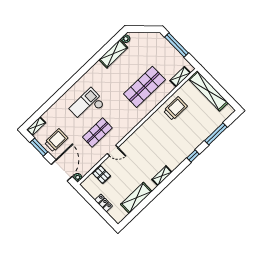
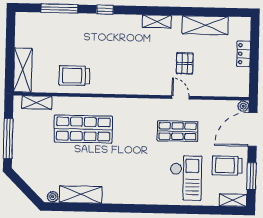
shelving: (208, 91) -> (23, 70), width x0.68
checkout: (87, 106) -> (186, 178), moved, turned -90
pallet: (102, 175) -> (185, 63), moved

